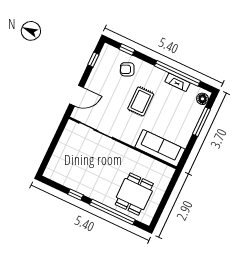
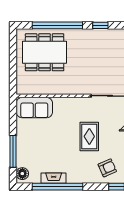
rug: (141, 101) -> (89, 136), moved
sofa: (160, 148) -> (34, 108), width x0.73
dining table: (134, 194) -> (45, 52), width x1.38

